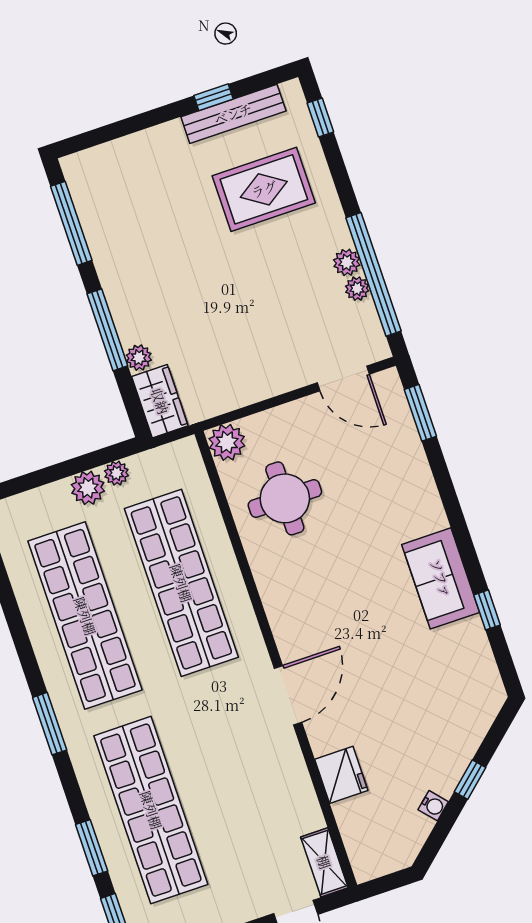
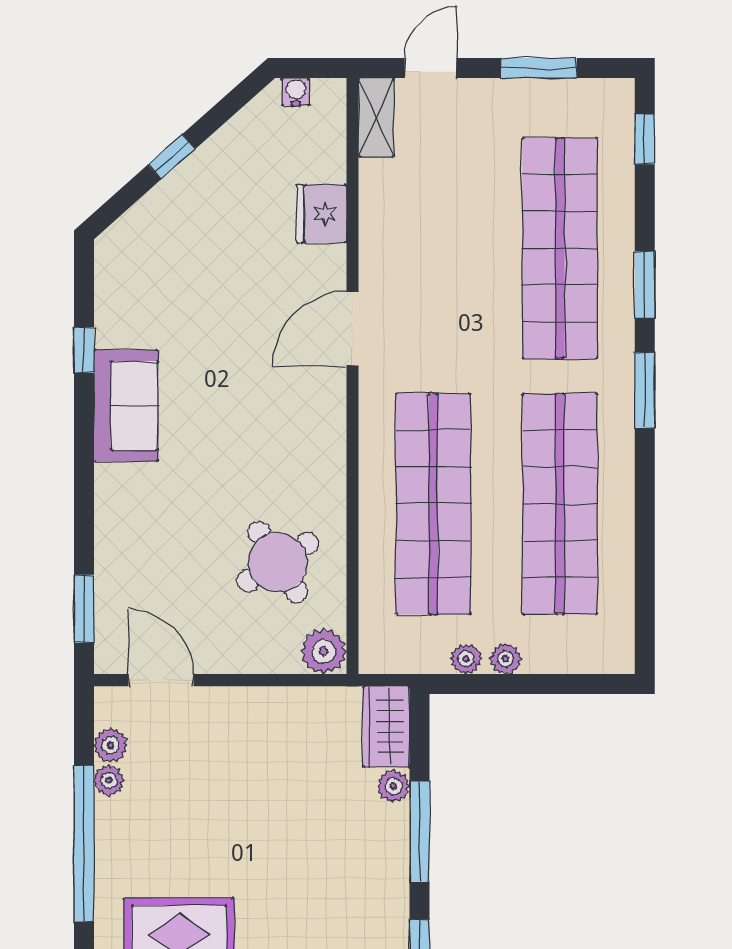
plant: (347, 262) -> (111, 745), moved
window: (373, 274) -> (84, 844), moved
plant: (88, 488) -> (506, 659), width x0.73, depth x0.73
round table: (285, 498) -> (278, 562), turned -32
water cooler: (433, 806) -> (296, 92), moved, turned 42
window: (92, 848) -> (645, 285), moved

